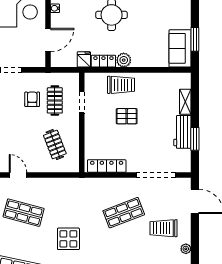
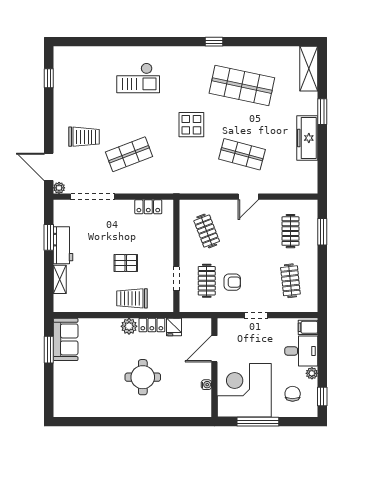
armchair: (32, 99) -> (232, 282), turned -90
locker: (107, 166) -> (148, 207), width x0.66
door: (18, 175) -> (248, 197), hinge flipped
plant: (186, 249) -> (59, 188), moved

